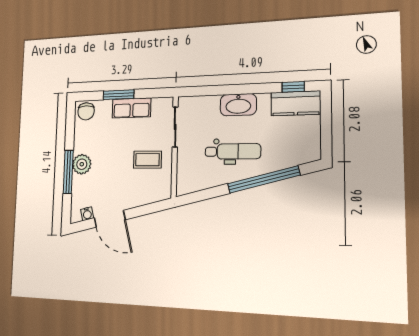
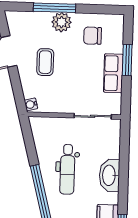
chair: (86, 111) -> (92, 36), moved
coffee table: (147, 160) -> (45, 62), moved
water cooler: (87, 214) -> (31, 104), moved

